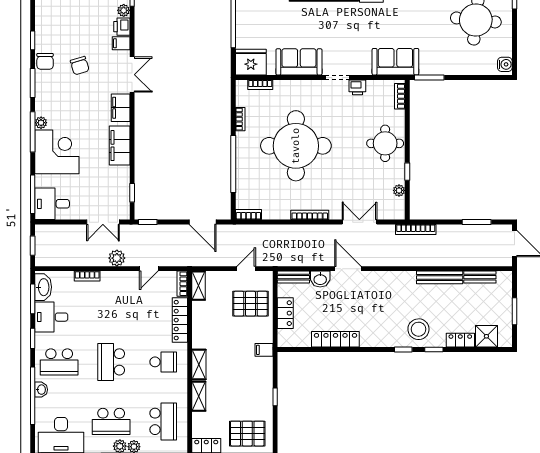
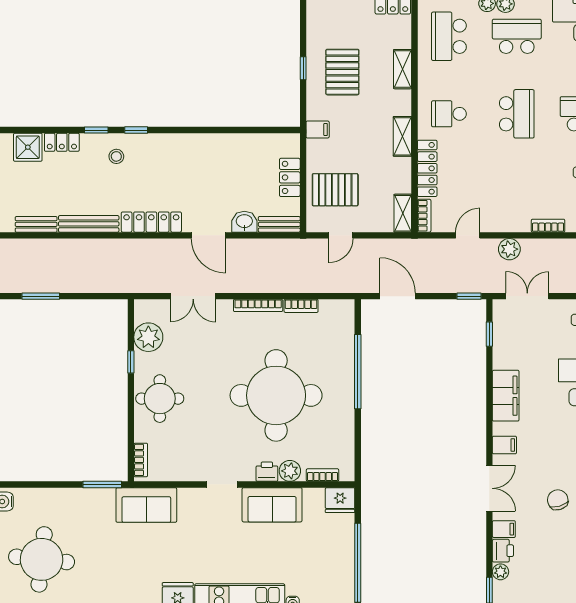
fridge: (251, 62) -> (340, 500), width x0.73, depth x0.75
double door: (132, 75) -> (489, 488), swing flipped
printer: (357, 87) -> (267, 472), moved
plant: (285, 88) -> (290, 471), added
filing cabinet: (121, 108) -> (504, 445), width x0.50
bookcase: (240, 119) -> (349, 430), removed
plant: (399, 190) -> (148, 337), width x1.87, depth x1.87
bookcase: (248, 215) -> (301, 306), moved
bookcase: (416, 230) -> (120, 286), removed
stool: (418, 329) -> (116, 156), width x0.53, depth x0.53
locker: (335, 339) -> (151, 222), moved, turned 180
shelving: (199, 365) -> (402, 136), moved
pallet: (247, 434) -> (342, 72), moved, turned 90

